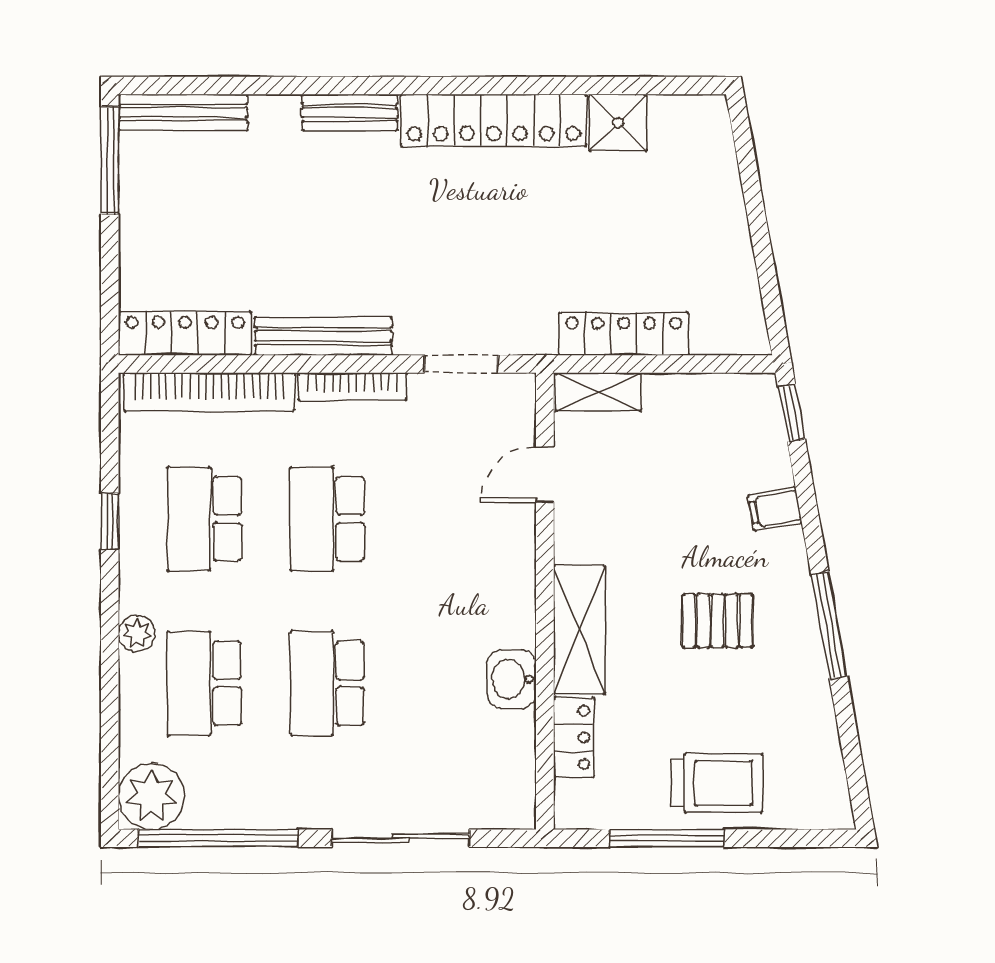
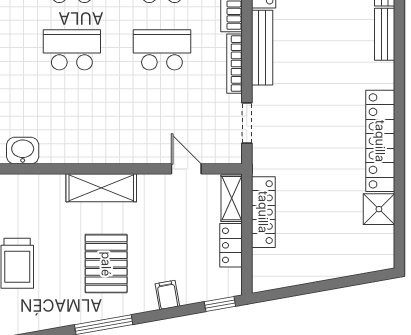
bench: (350, 112) -> (385, 34), moved
pallet: (718, 621) -> (106, 264), width x1.50, depth x1.42
washbasin: (511, 679) -> (23, 151), moved
locker: (574, 737) -> (231, 245), moved, turned 90

